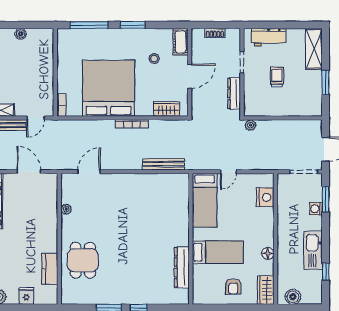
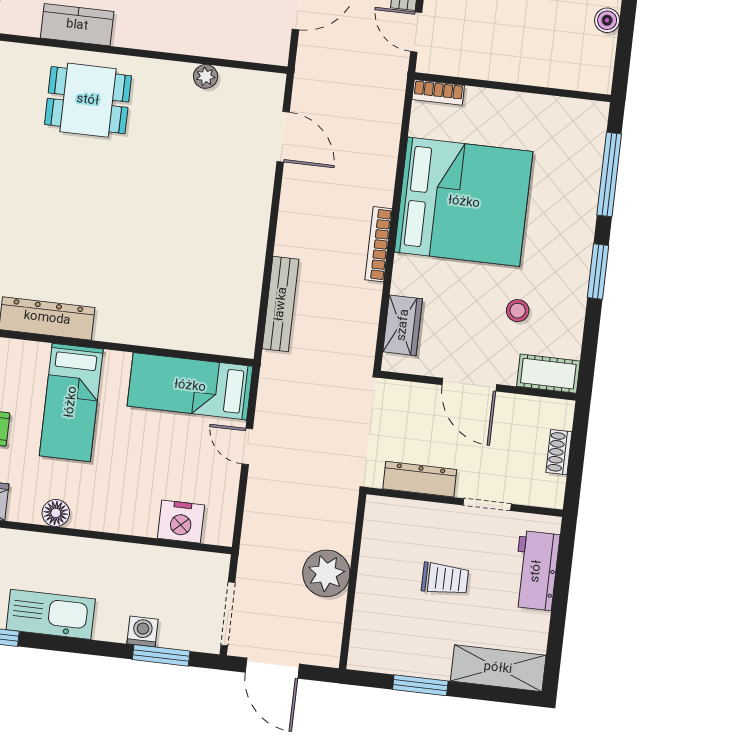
plant: (250, 125) -> (326, 573), moved, width x1.87, depth x1.87

